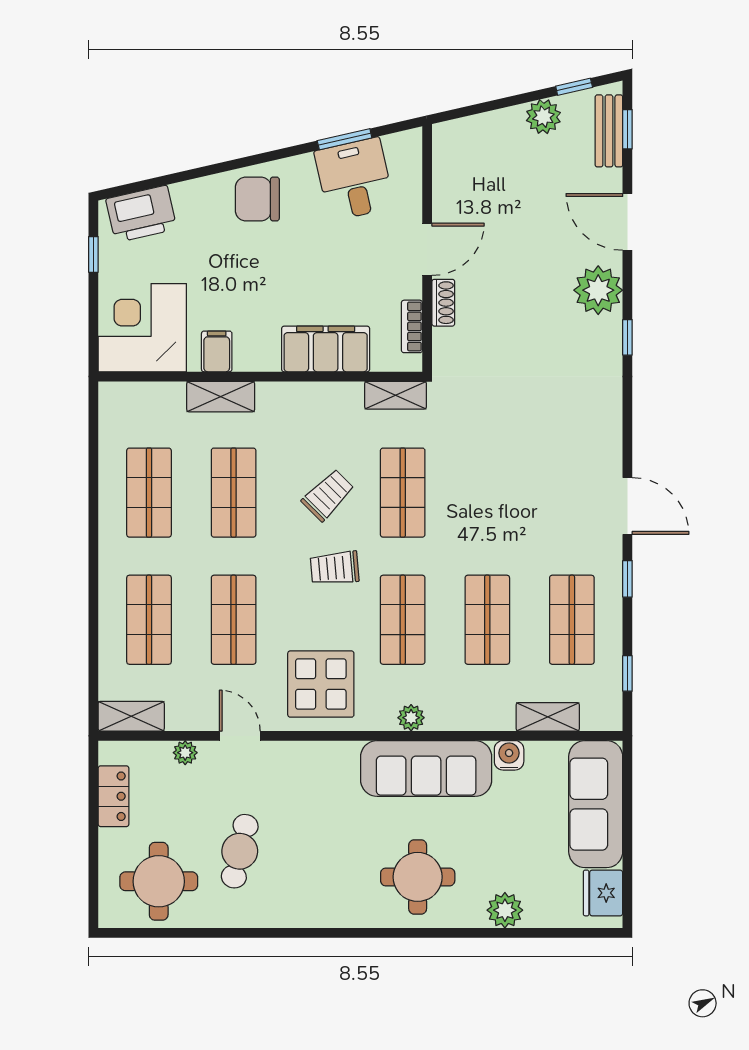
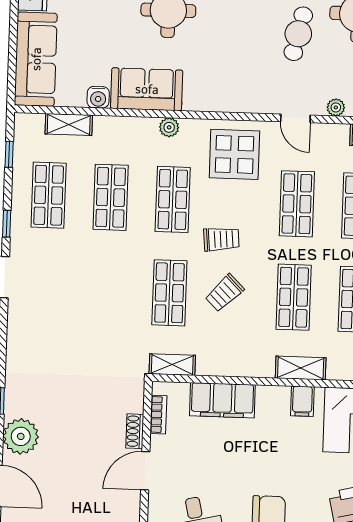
sofa: (426, 768) -> (147, 89), width x0.73

